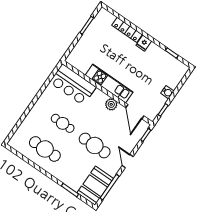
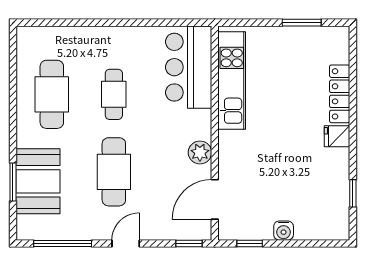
kitchen unit: (109, 84) -> (232, 80), moved
booth: (95, 186) -> (38, 181), moved, turned 90

